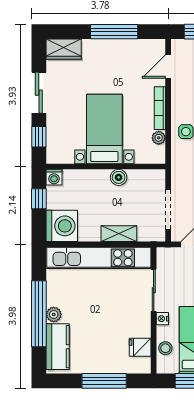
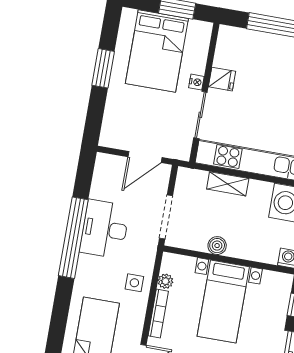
doorway: (168, 209) -> (166, 217), moved
fridge: (140, 347) -> (222, 79), moved
stool: (165, 348) -> (199, 49), removed

